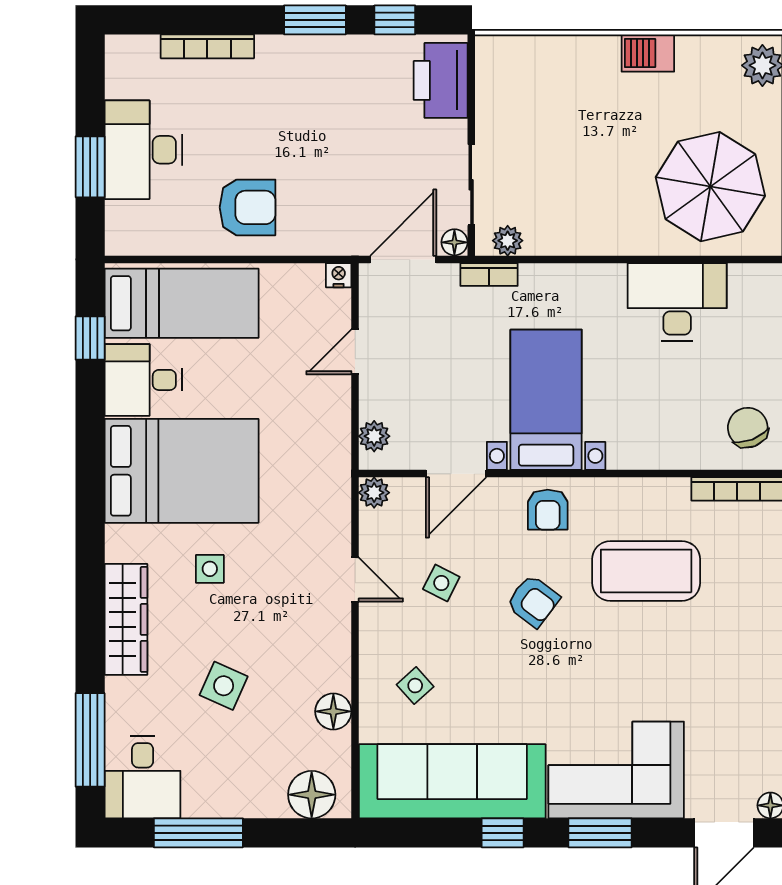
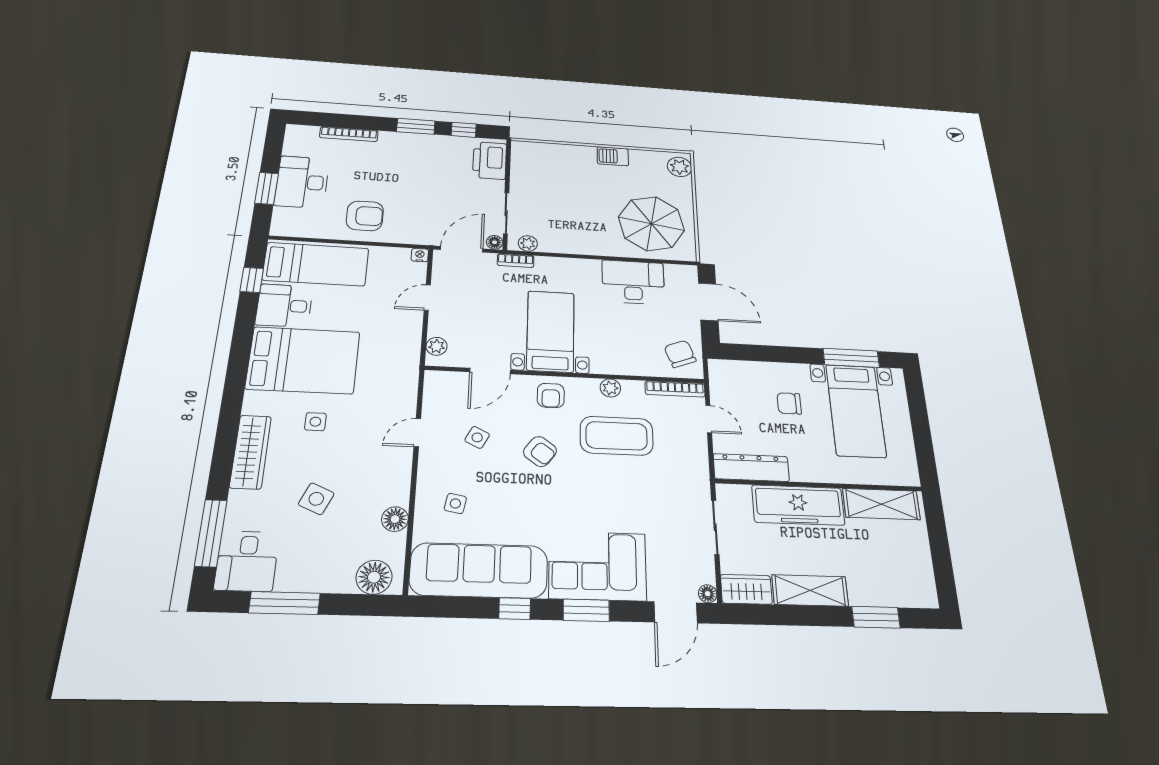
plant: (374, 493) -> (610, 388), moved
door: (355, 579) -> (417, 433), swing flipped
side table: (415, 686) -> (455, 504), turned -37

